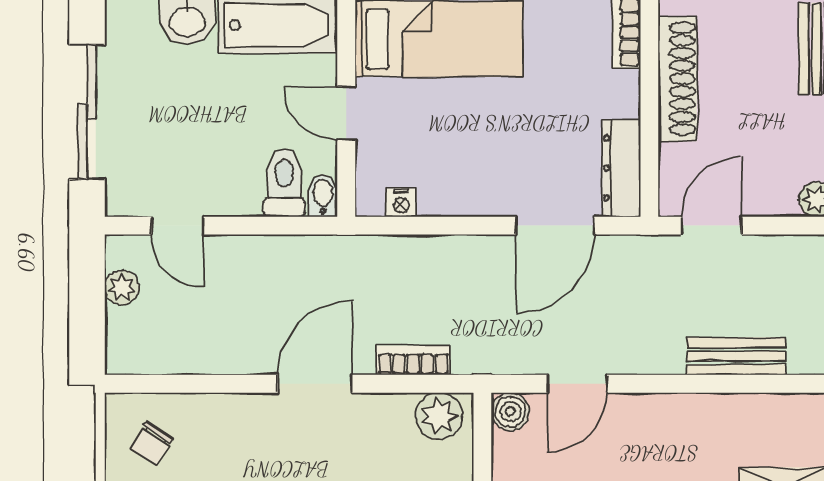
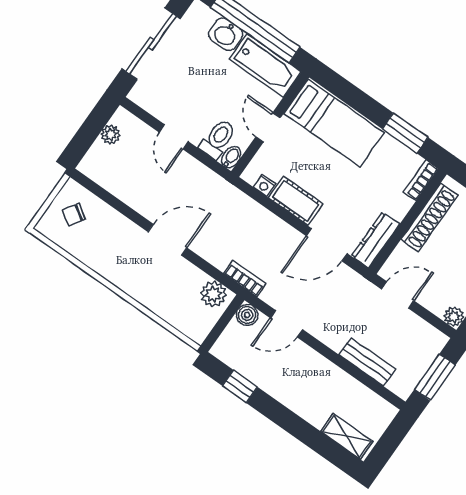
cot: (463, 193) -> (296, 201), added
door: (177, 226) -> (174, 137), moved
bookcase: (413, 360) -> (245, 279), moved

